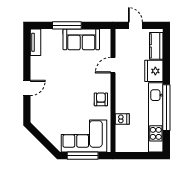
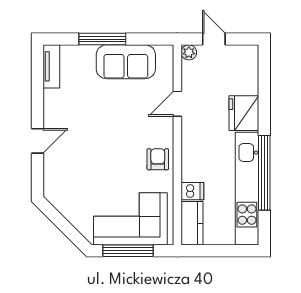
plant: (120, 34) -> (189, 52), added
kitchen counter: (156, 46) -> (192, 223), moved, turned 180

